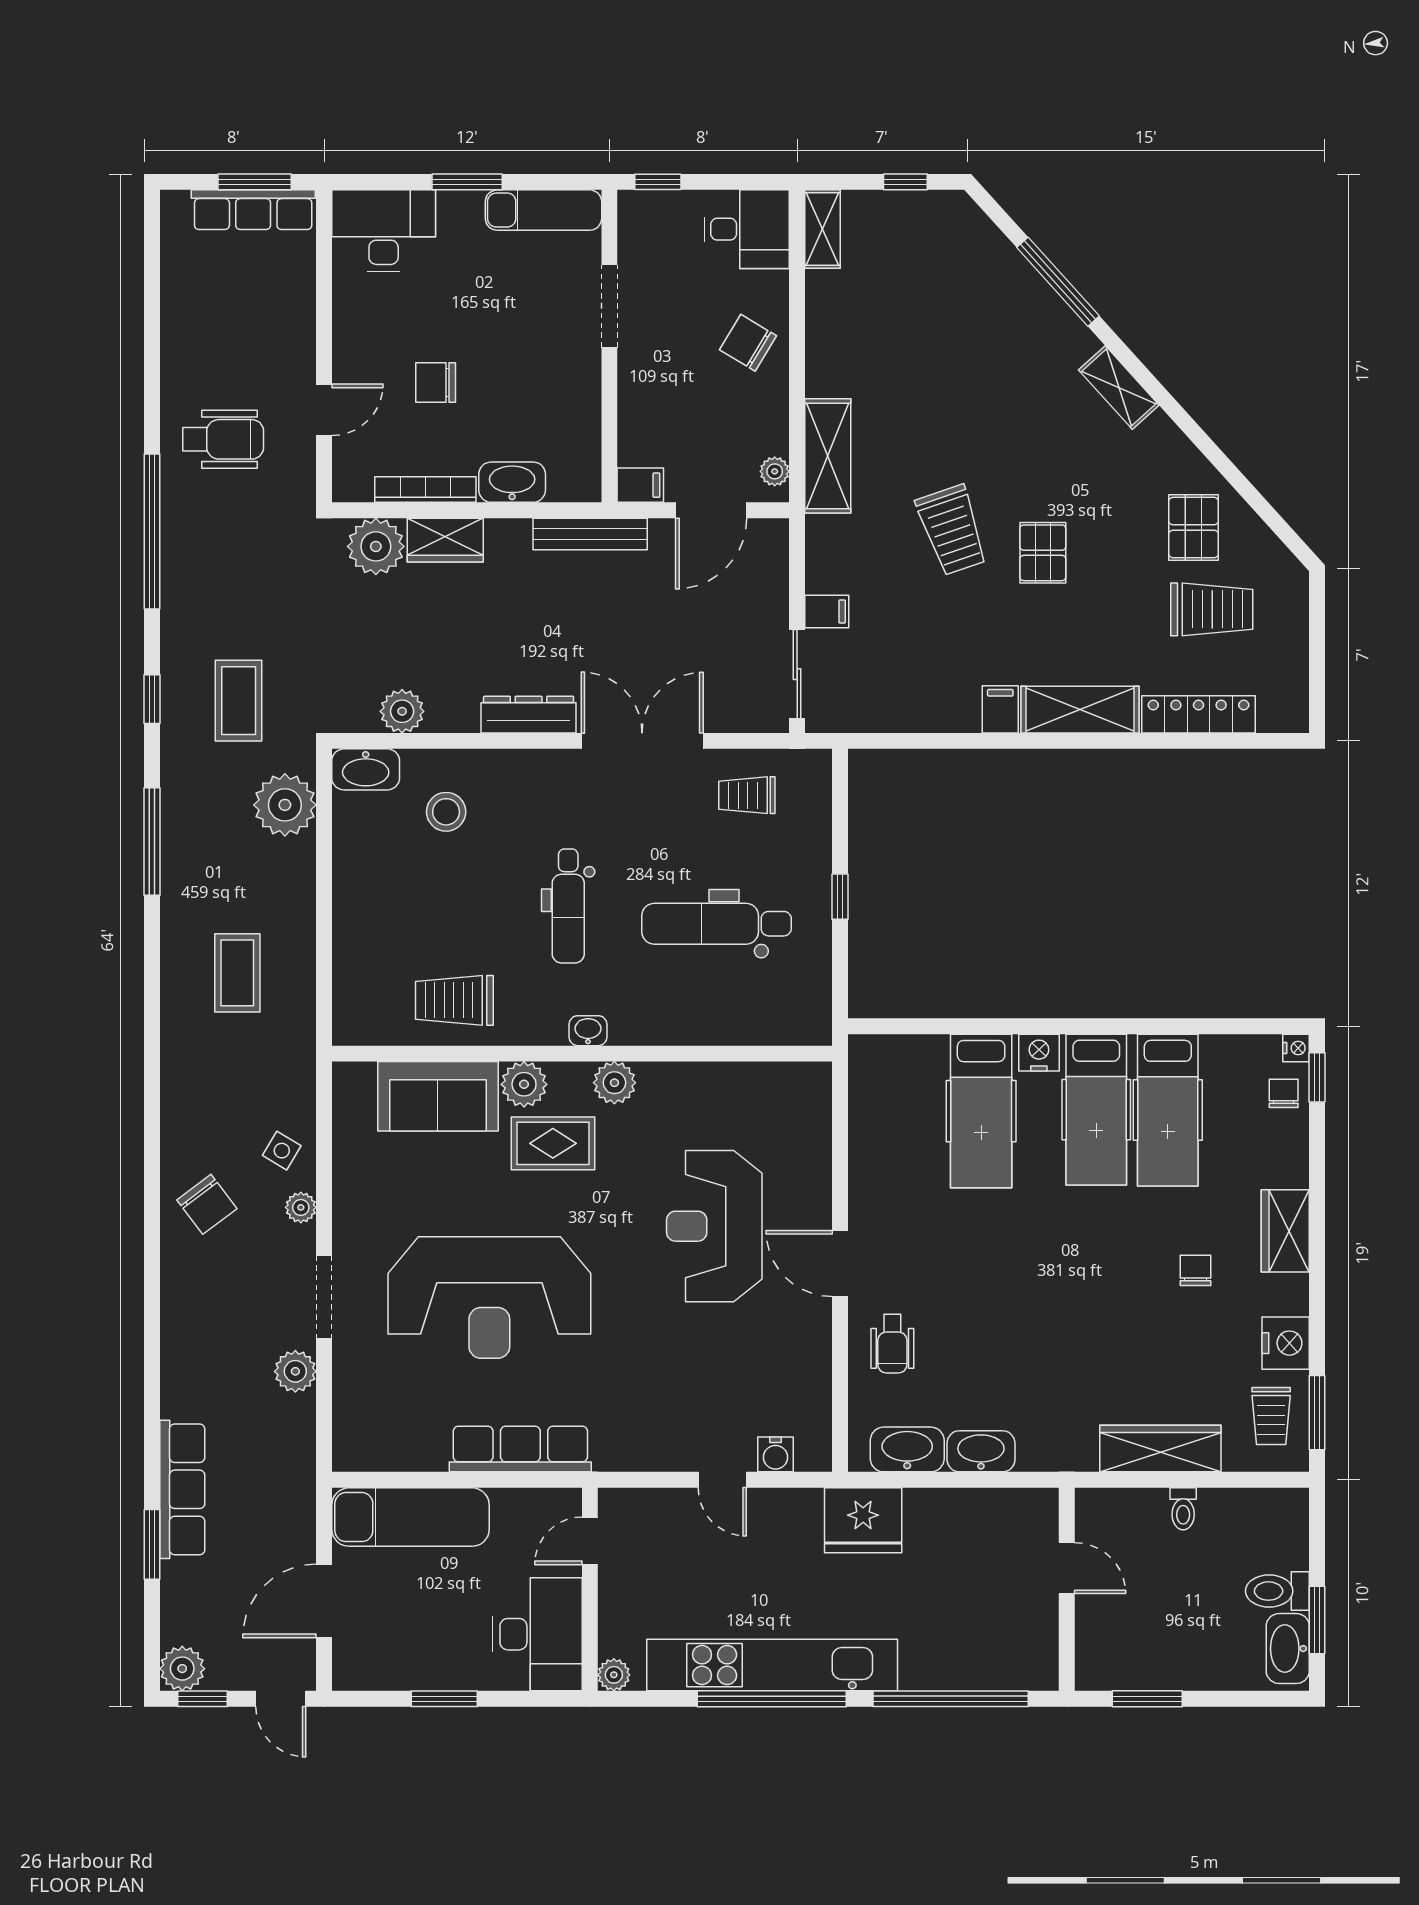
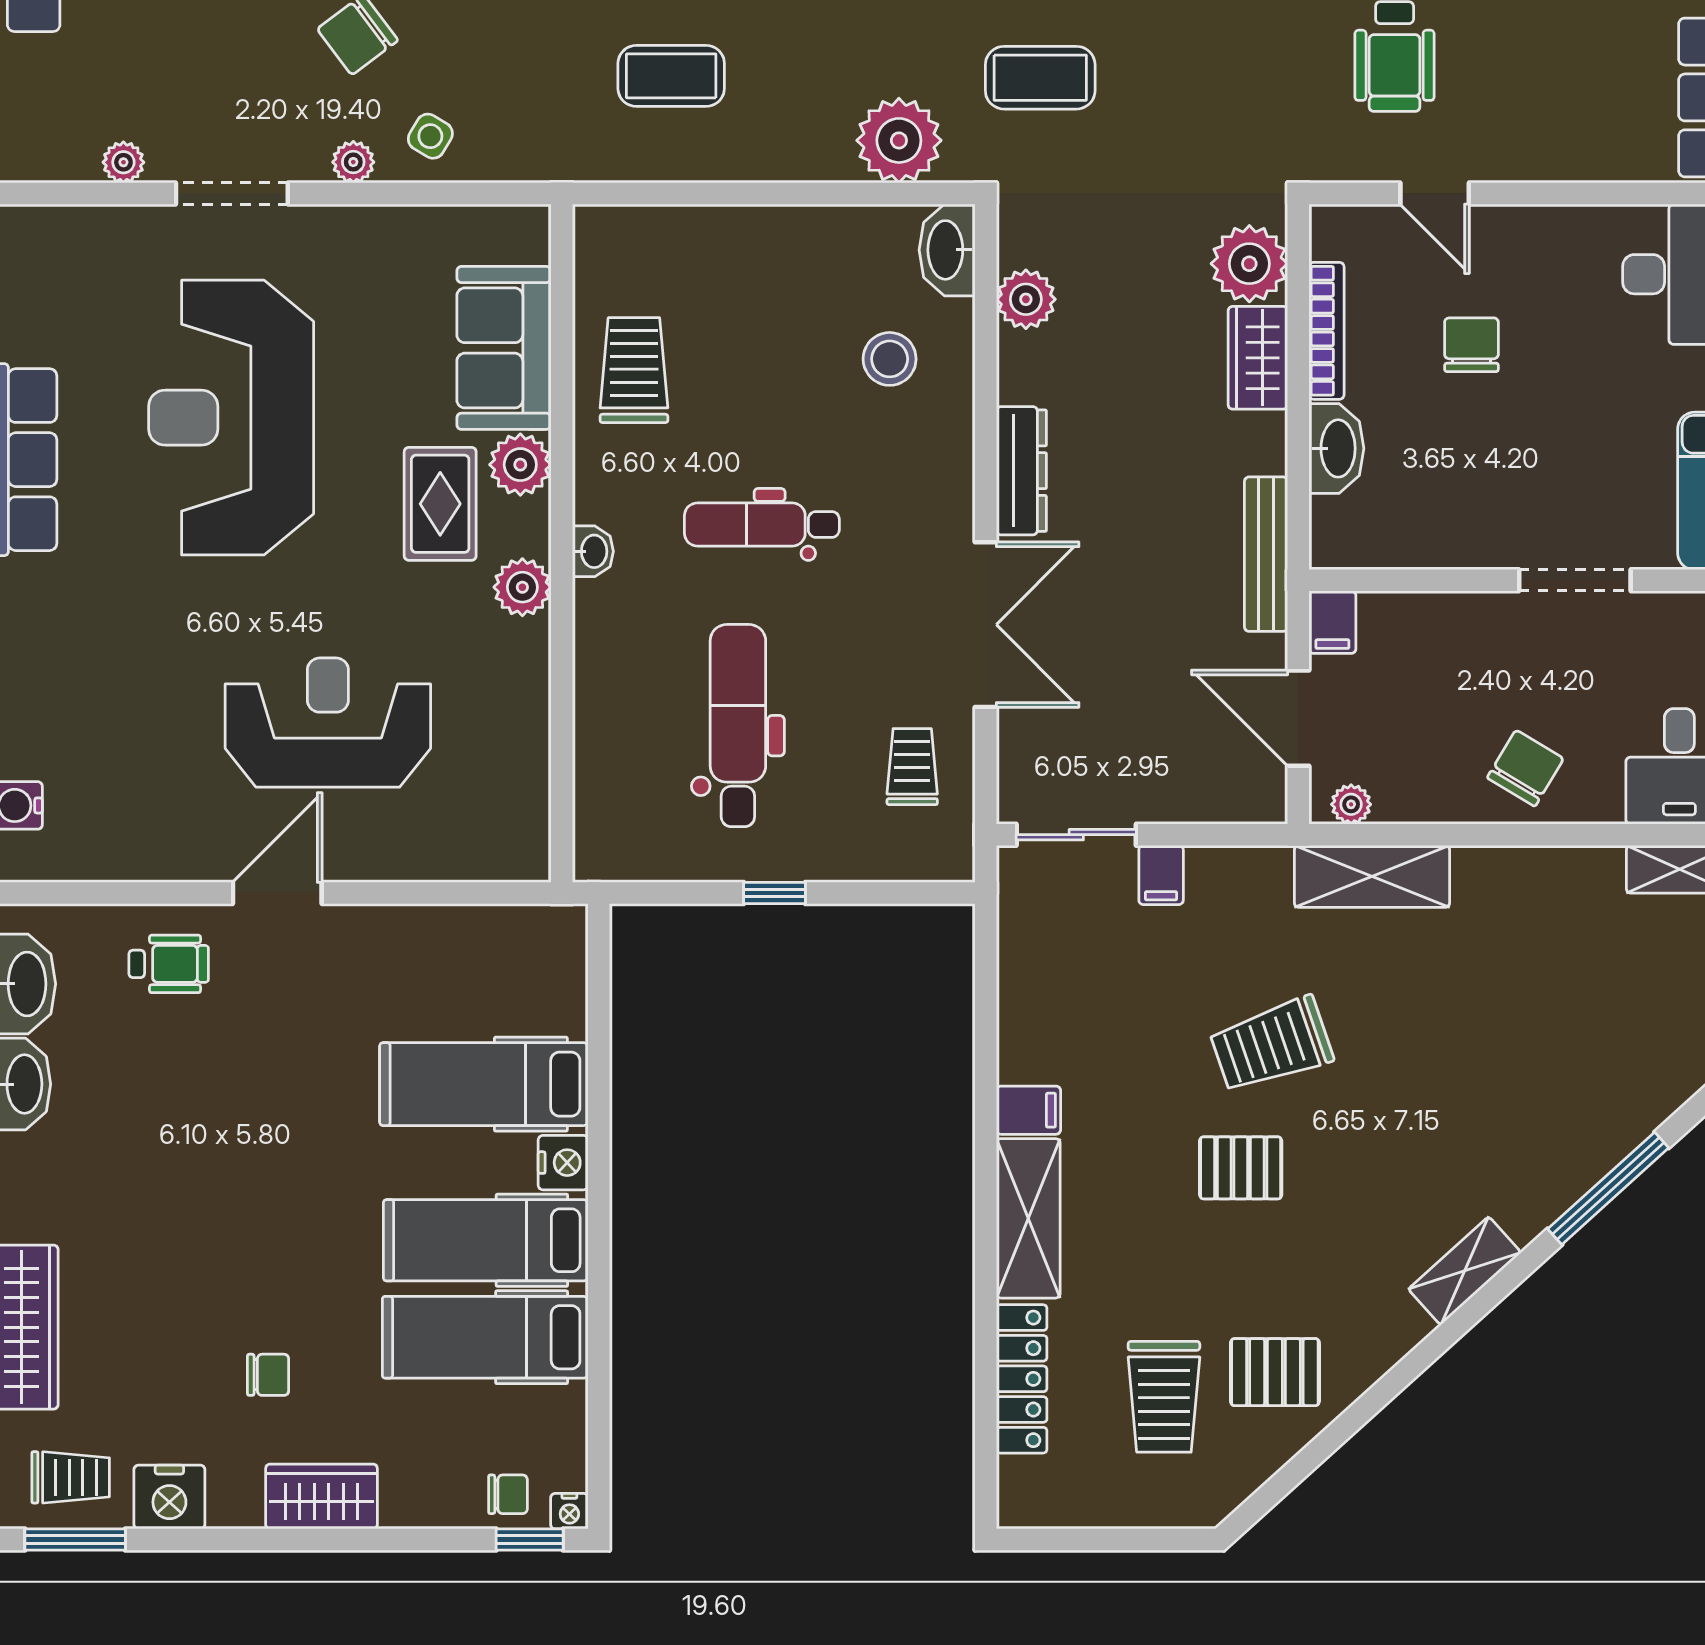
wheelchair: (892, 1344) -> (169, 964), turned 180
plant: (295, 1371) -> (123, 162), width x0.73, depth x0.73
trolley: (1271, 1416) -> (71, 1477), turned 180

